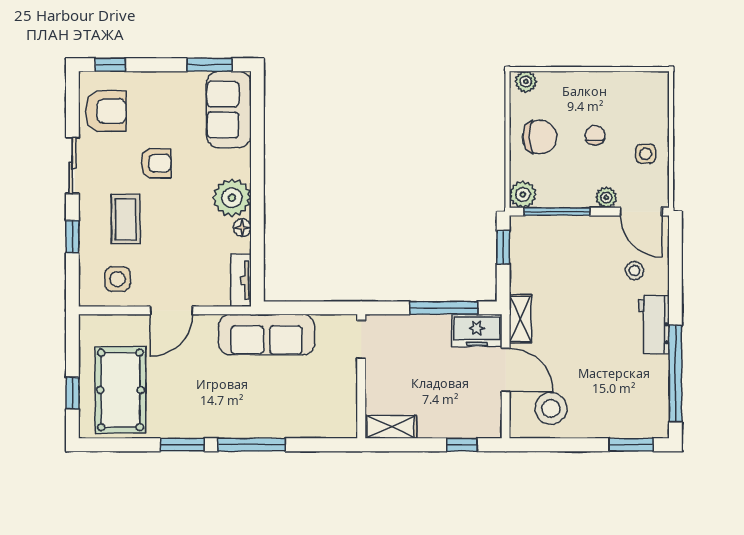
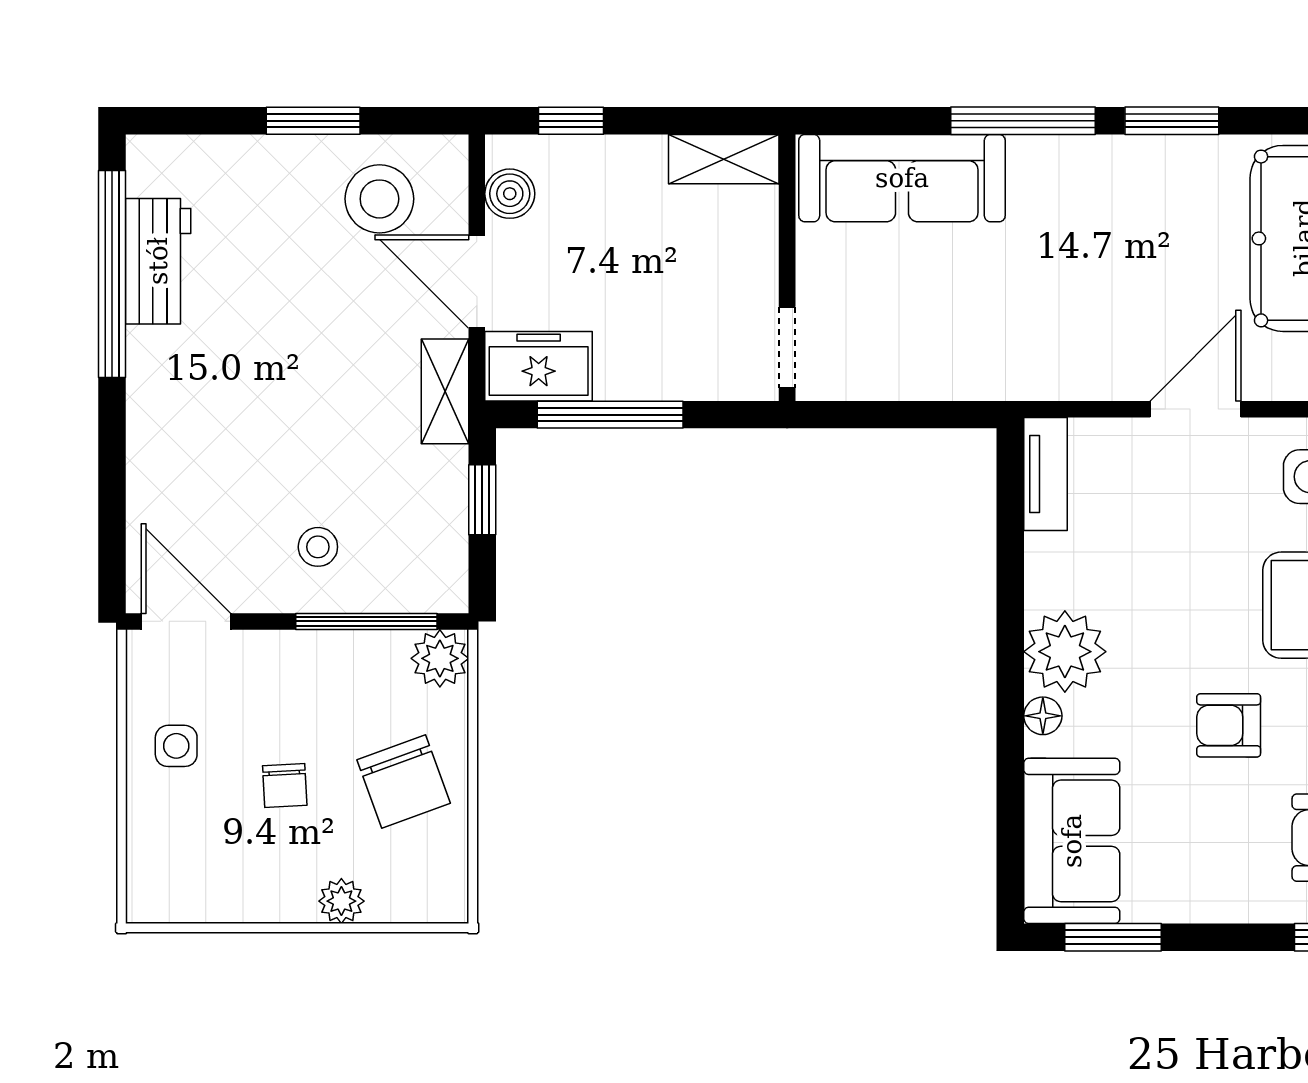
plant: (526, 82) -> (341, 901), moved
chair: (540, 137) -> (404, 781), turned -110
plant: (606, 198) -> (261, 652), removed
floor lamp: (242, 228) -> (1043, 716), moved
window: (503, 247) -> (482, 500), moved
stool: (634, 271) -> (318, 547), moved
workbench: (654, 324) -> (158, 261), moved
sofa: (267, 335) -> (902, 178), moved, turned 180
boiler: (490, 411) -> (510, 194), added
window: (631, 445) -> (313, 121), moved

